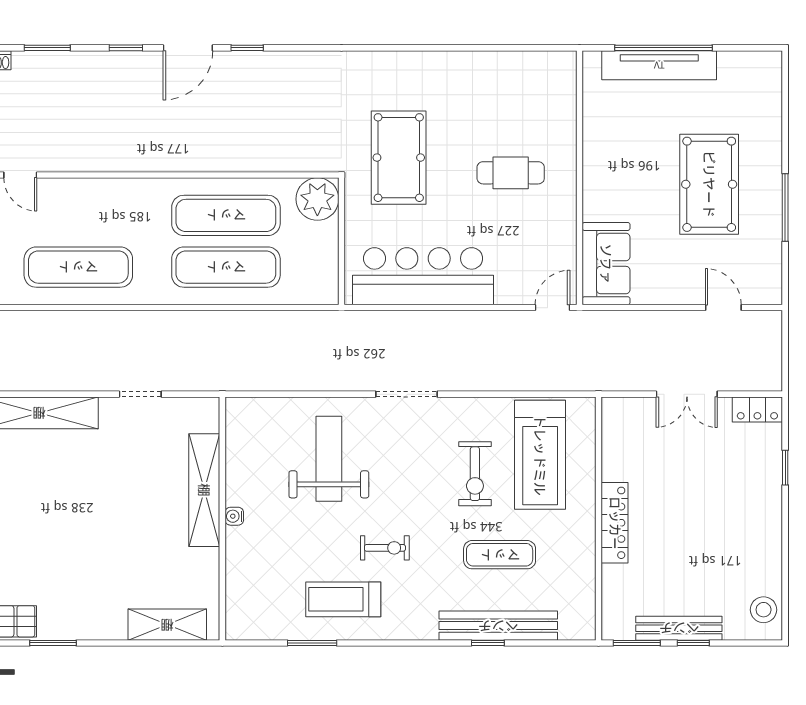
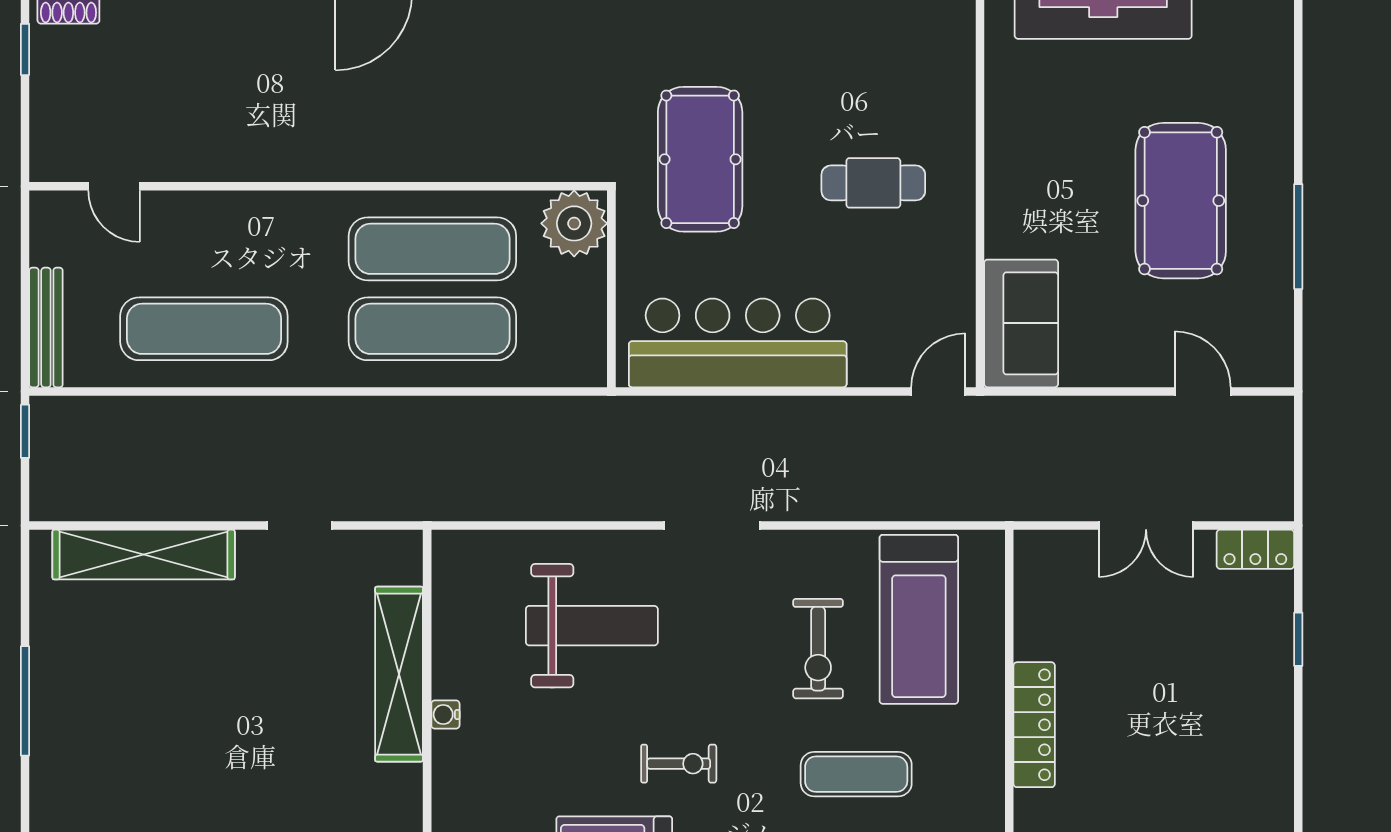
weight bench: (329, 459) -> (592, 626), turned 90

